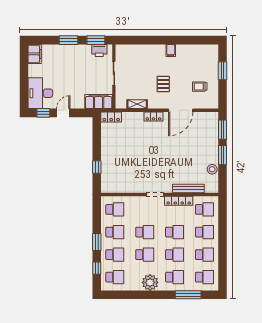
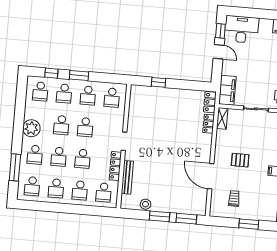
shelving: (137, 104) -> (222, 118), moved
locker: (153, 117) -> (209, 124), moved

